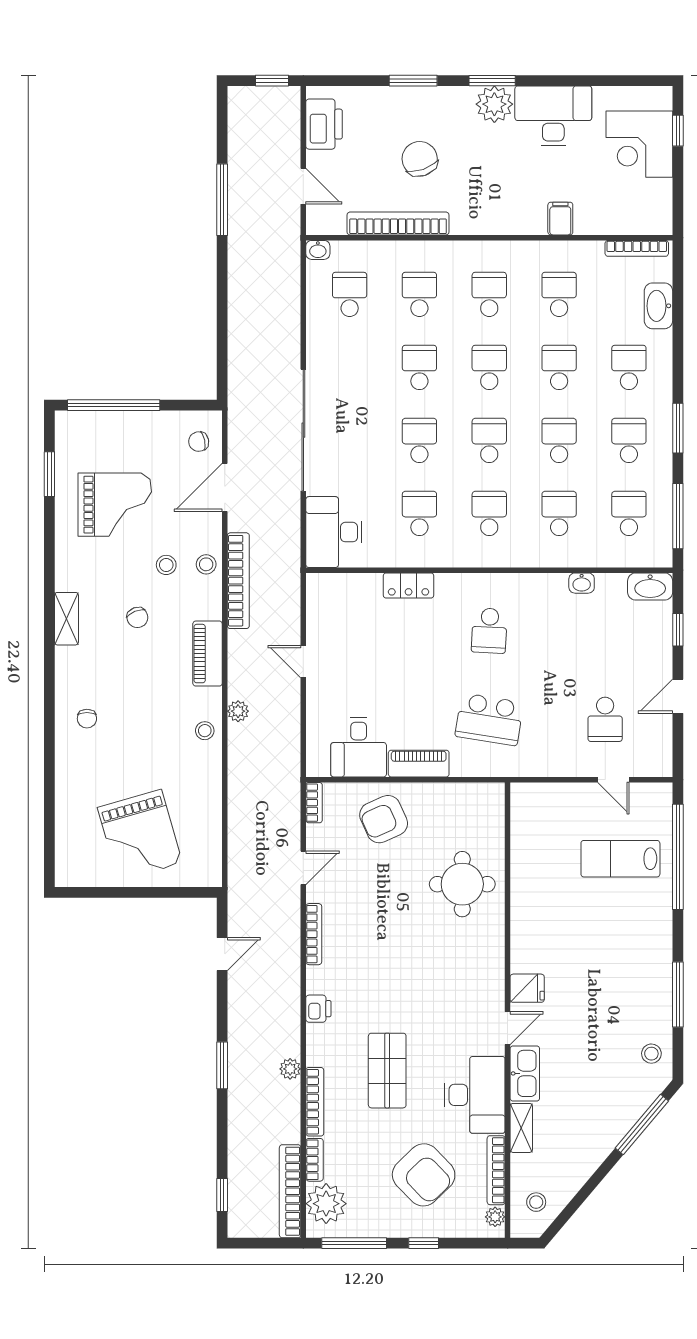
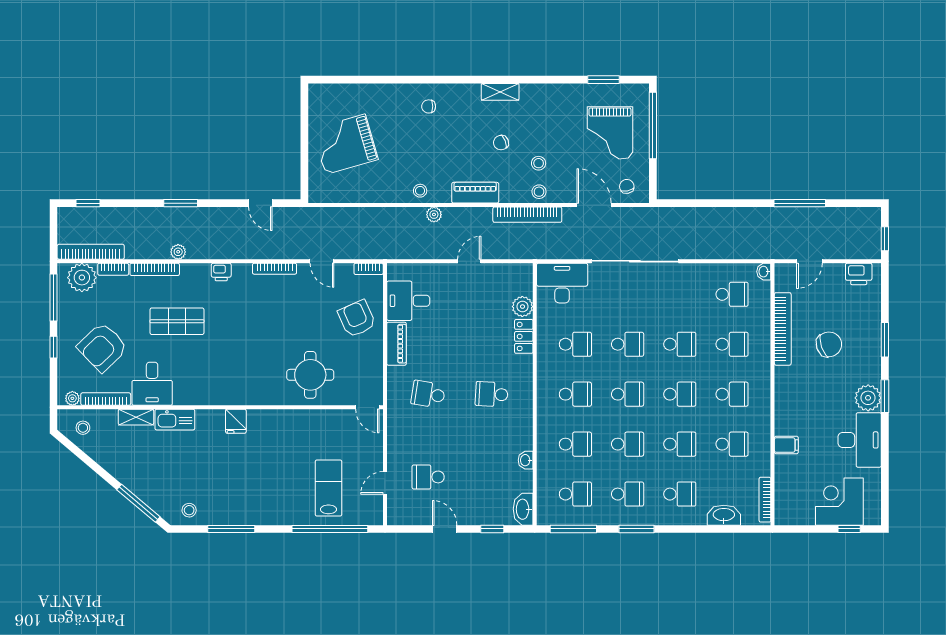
printer: (324, 124) -> (859, 274), width x0.73, depth x0.84
grand piano: (115, 505) -> (610, 133), moved
plant: (367, 587) -> (522, 307), added
school desk: (489, 719) -> (428, 394), width x0.54
door: (508, 1028) -> (367, 407), moved
desk: (475, 1095) -> (152, 384), width x0.73

